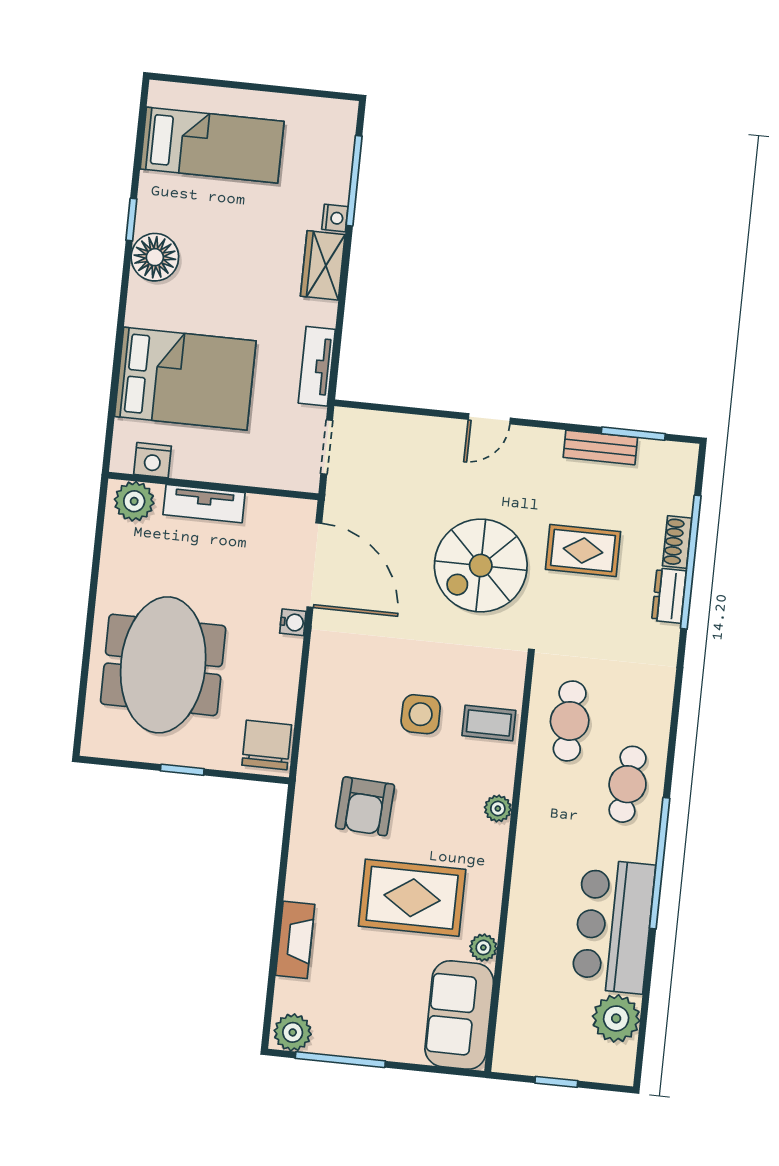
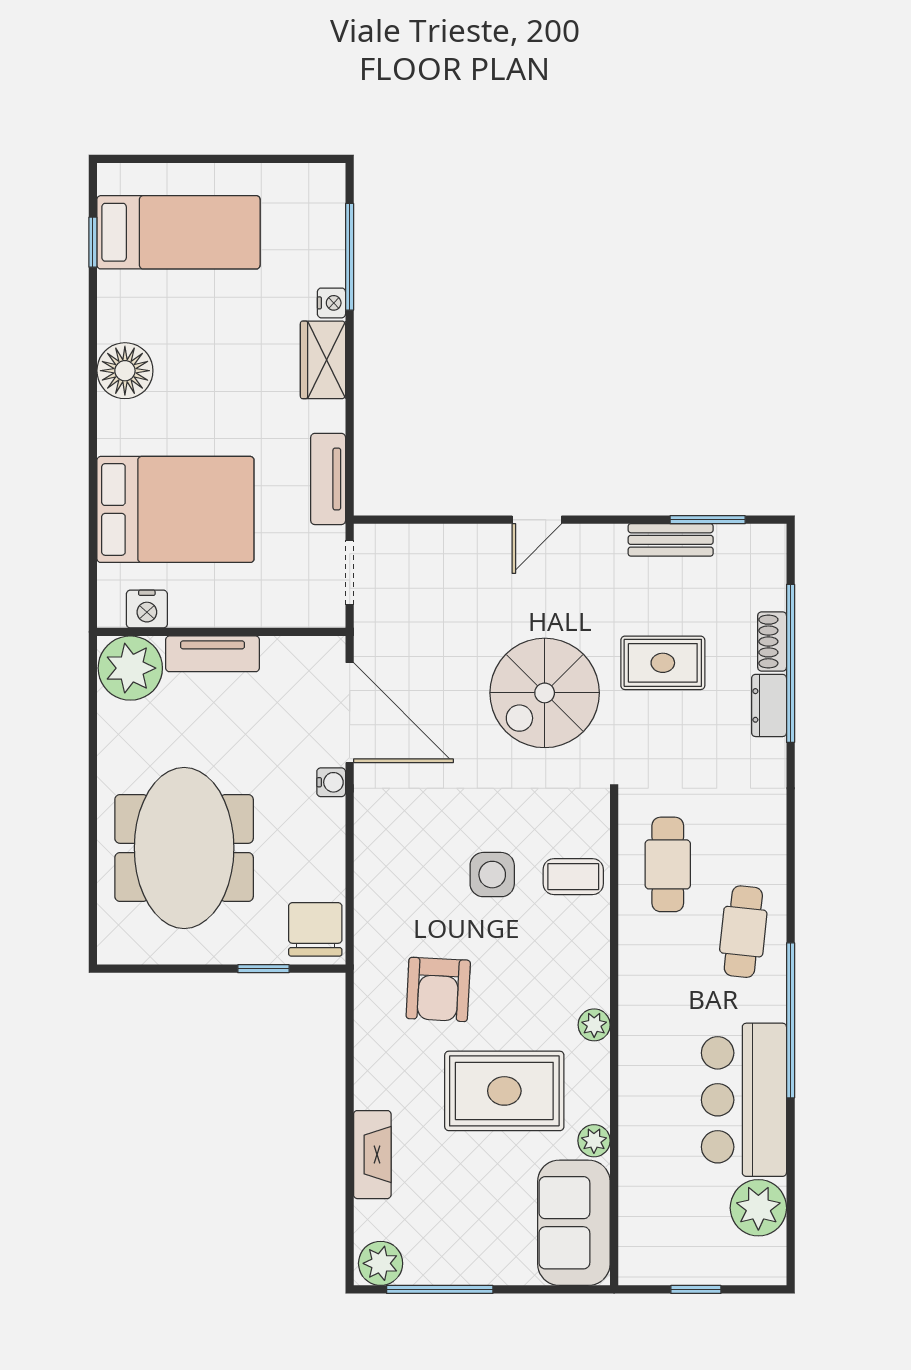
window: (131, 220) -> (93, 242), moved
plant: (134, 501) -> (130, 668), width x1.36, depth x1.36
window: (182, 770) -> (263, 969), moved
plant: (498, 808) -> (594, 1025), moved

